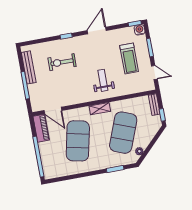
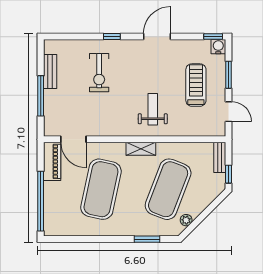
treadmill: (129, 59) -> (196, 85), turned 180
exercise bike: (62, 62) -> (99, 73), turned -91
bench: (29, 67) -> (50, 71), width x0.73

